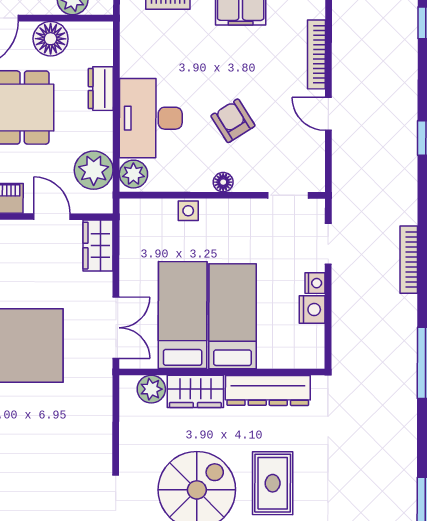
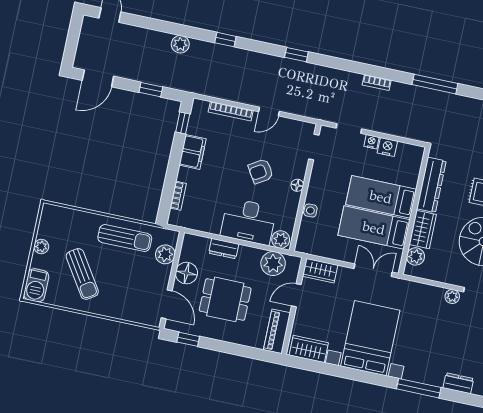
bookcase: (409, 260) -> (377, 83), width x0.64
plant: (101, 459) -> (452, 297), added

